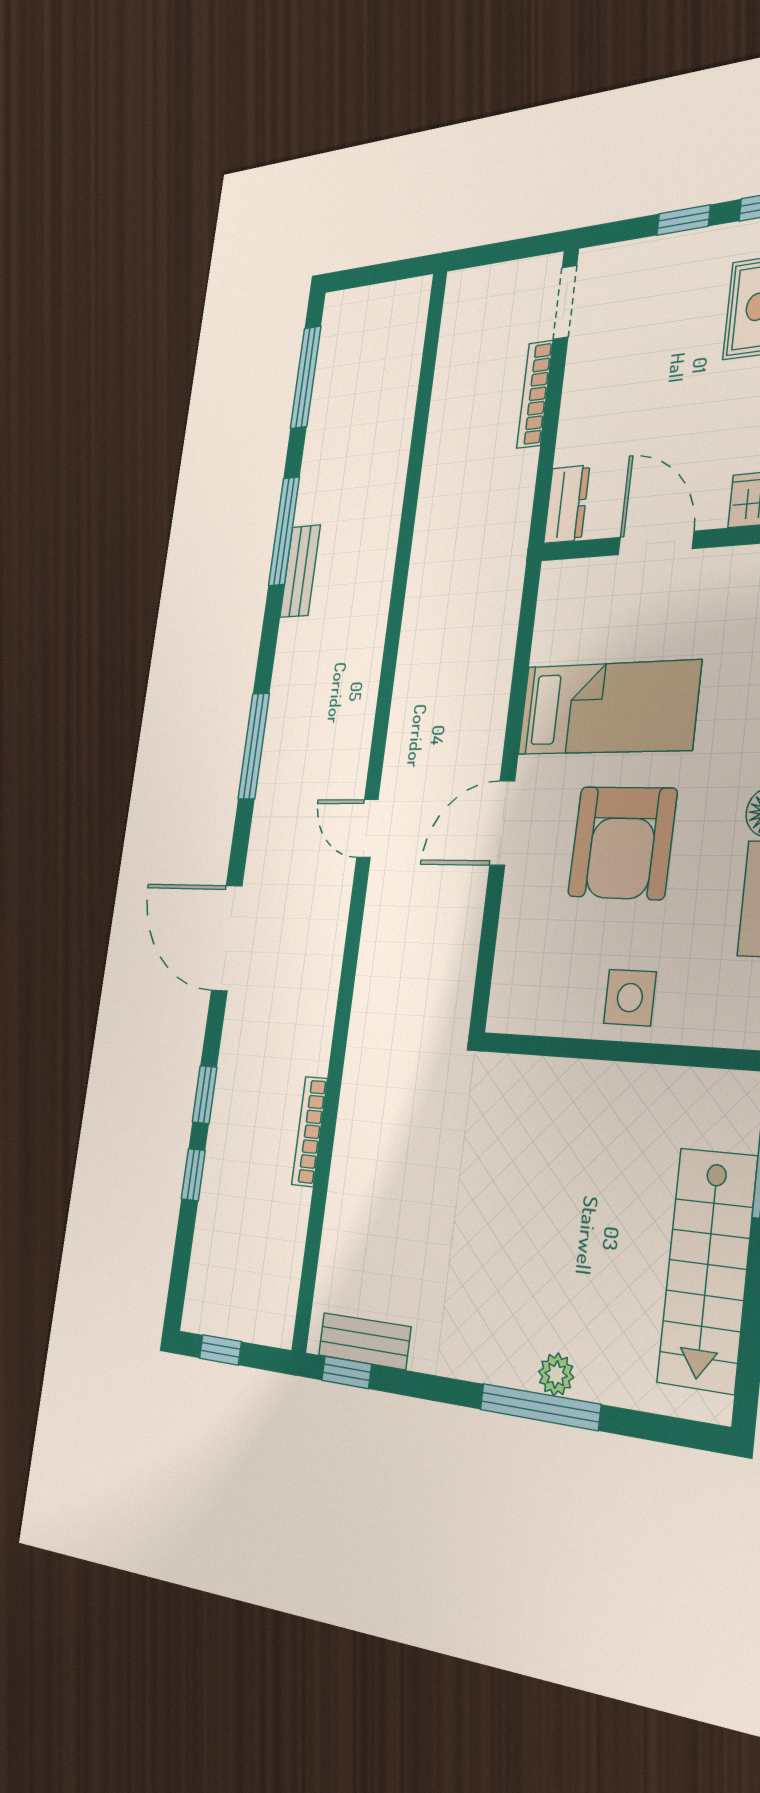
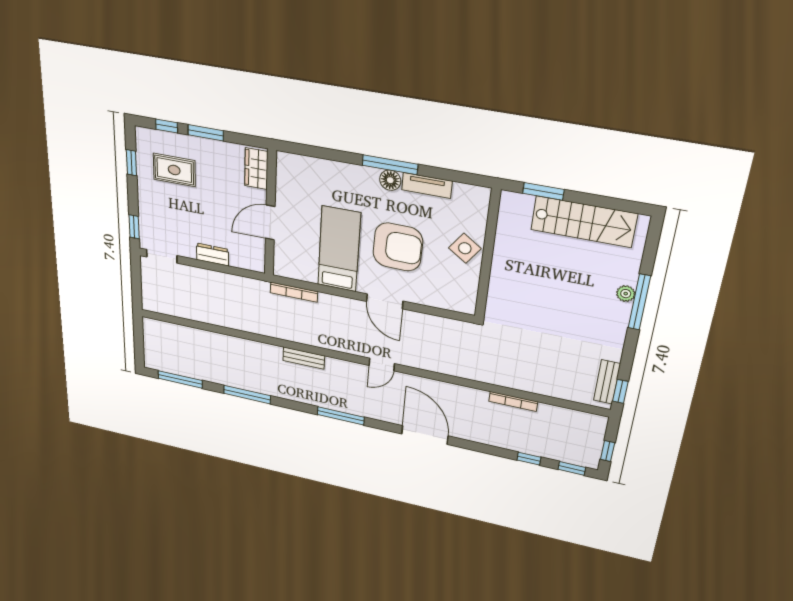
window: (684, 220) -> (134, 227), moved
bookcase: (535, 394) -> (294, 292), moved
dresser: (567, 504) -> (213, 255), moved
bench: (300, 571) -> (304, 358), moved
door: (227, 938) -> (425, 435), swing flipped
side table: (630, 998) -> (465, 248), turned 35
window: (205, 1095) -> (572, 468), moved

